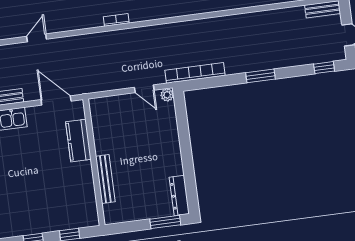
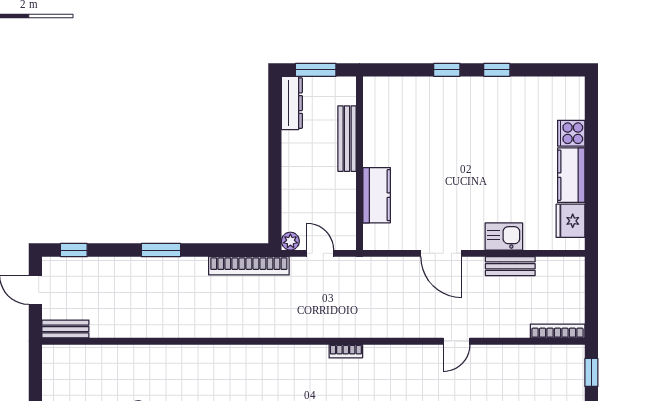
kitchen counter: (78, 141) -> (377, 195), moved
wall: (94, 162) -> (360, 163), moved
bench: (105, 179) -> (347, 139), moved

